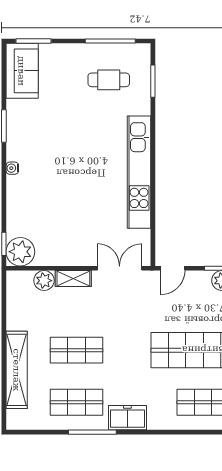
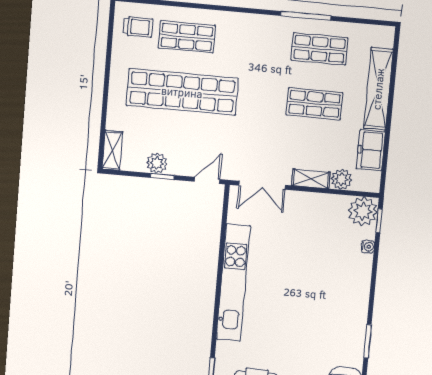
water cooler: (12, 168) -> (368, 247), moved
freezer: (127, 418) -> (371, 150), moved, turned 90

